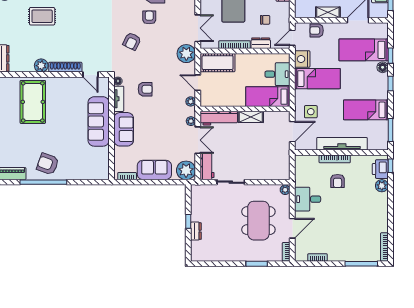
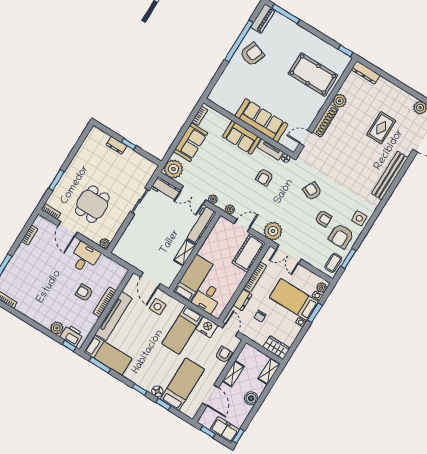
bed: (366, 110) -> (108, 355), moved, turned 90
dining table: (258, 221) -> (92, 204), width x0.73

